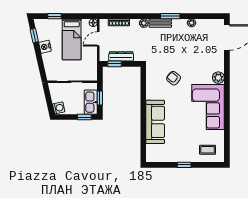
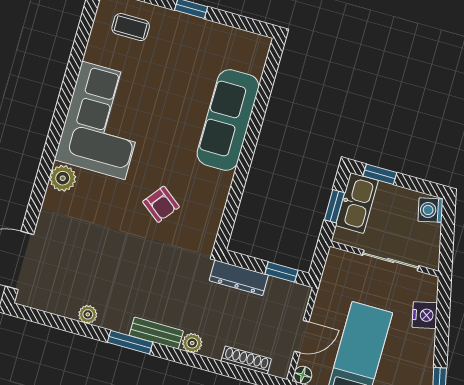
nightstand: (45, 47) -> (425, 315), moved
dresser: (121, 56) -> (239, 278), moved

